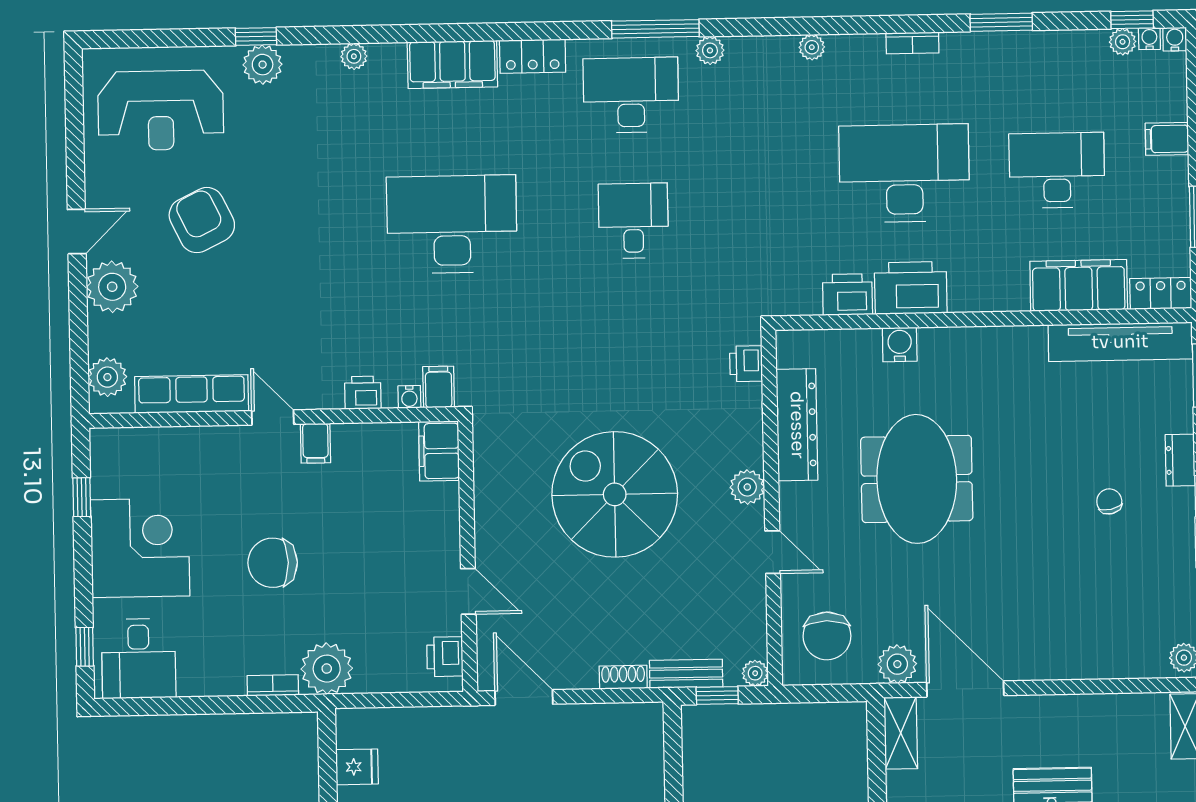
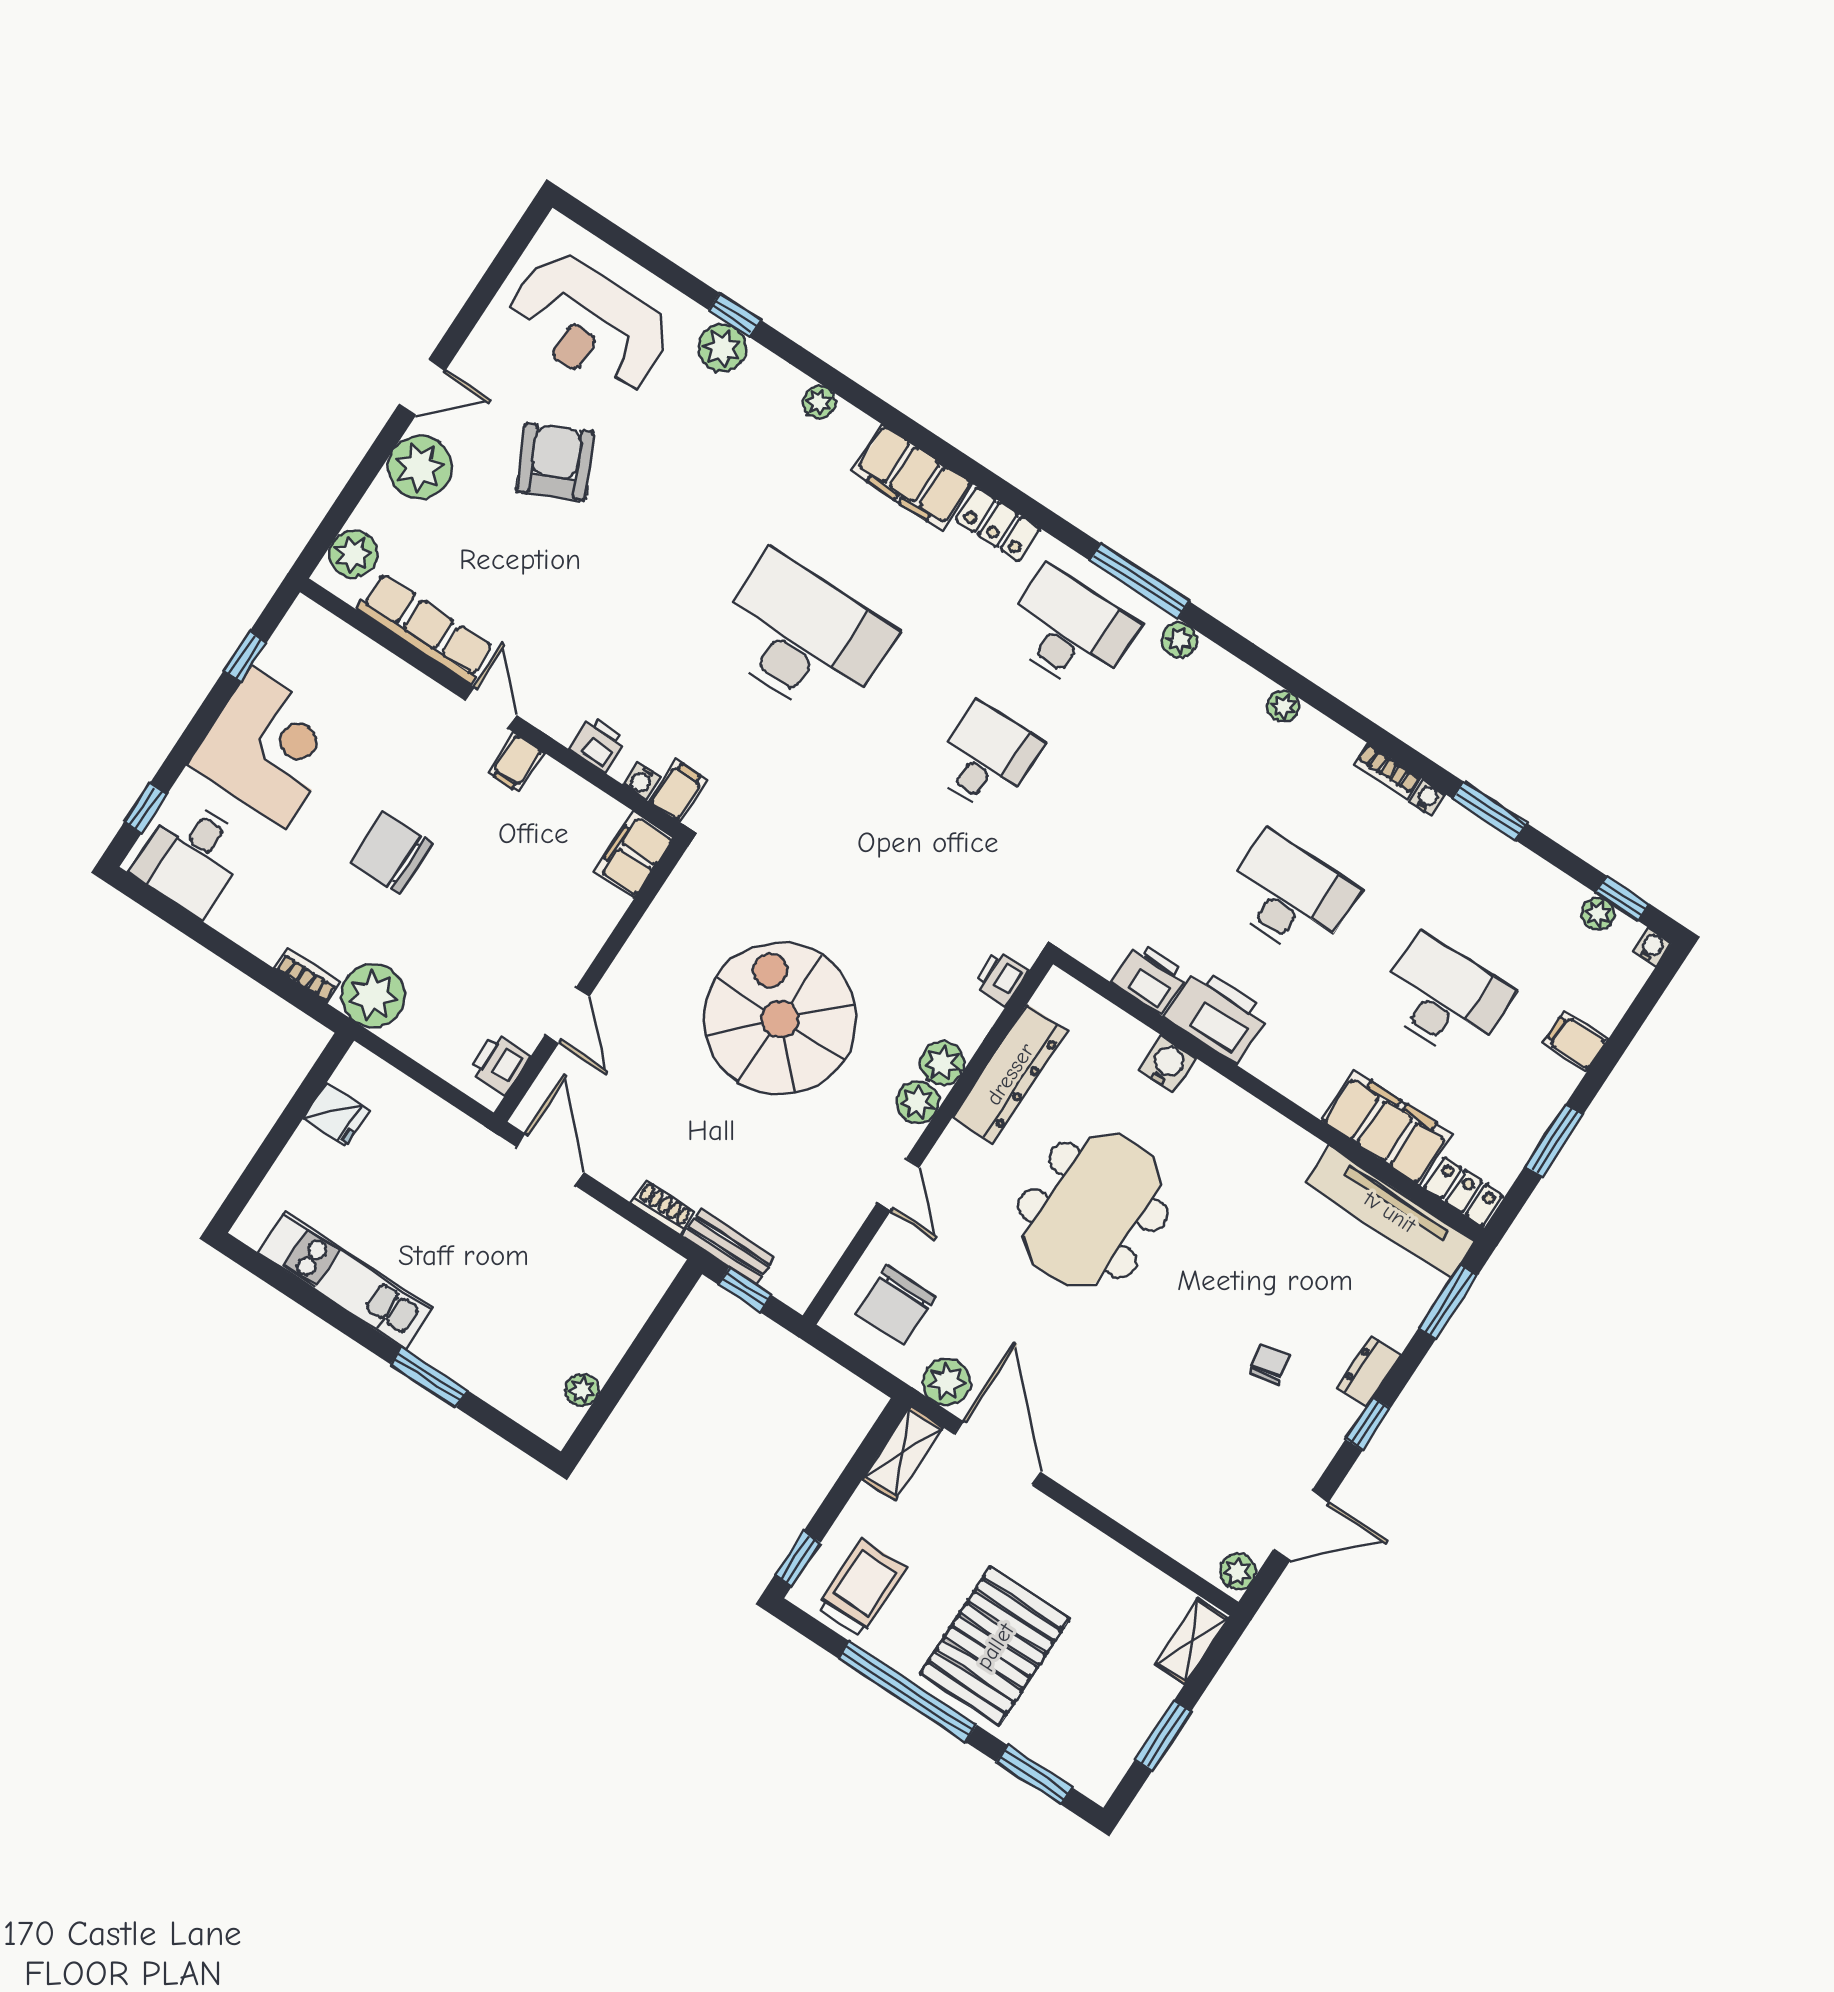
water cooler: (1149, 39) -> (1427, 798), moved
desk: (904, 173) -> (1290, 896), width x0.73, depth x0.77
plant: (755, 673) -> (942, 1063), moved, width x1.38, depth x1.38

